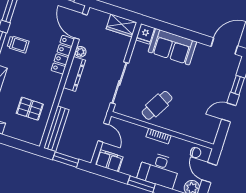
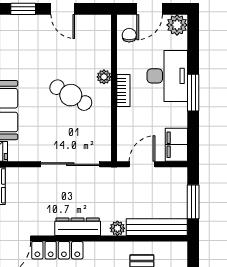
plant: (80, 52) -> (117, 228), moved
cafe table: (157, 105) -> (71, 95), moved
plant: (172, 126) -> (104, 77), added

